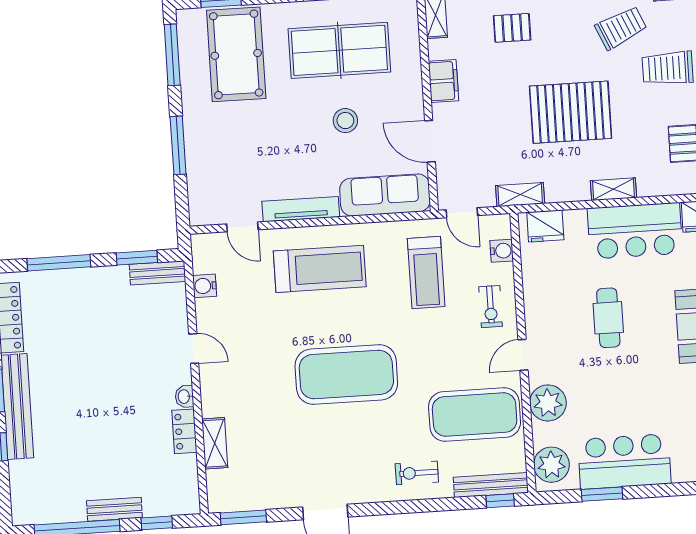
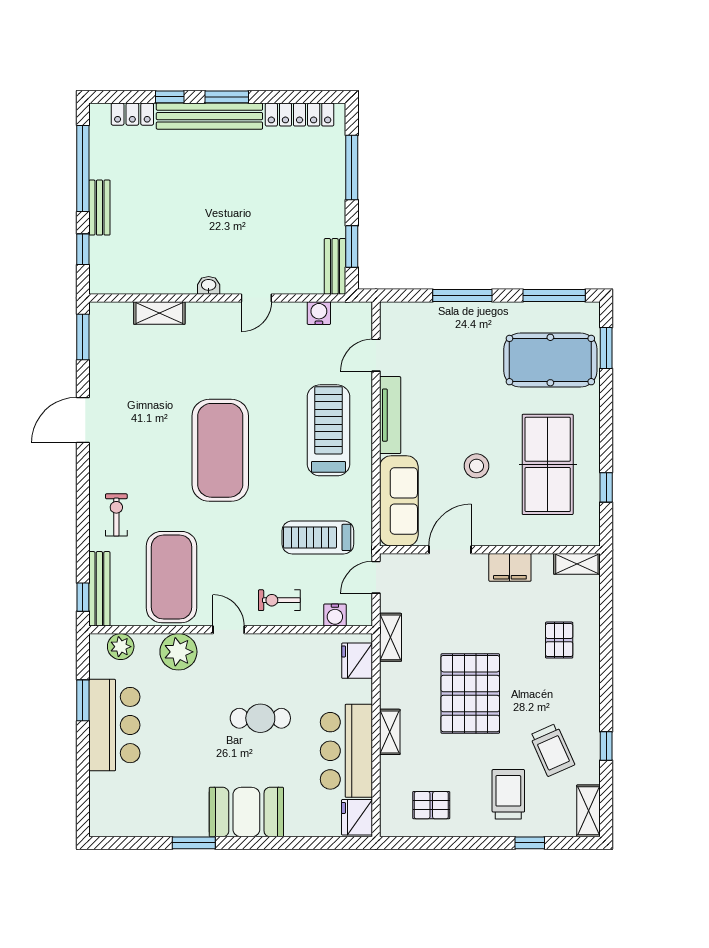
treadmill: (320, 269) -> (328, 430), turned 180
locker: (184, 431) -> (132, 114), moved, turned 180
plant: (551, 465) -> (121, 647), width x0.73, depth x0.73

